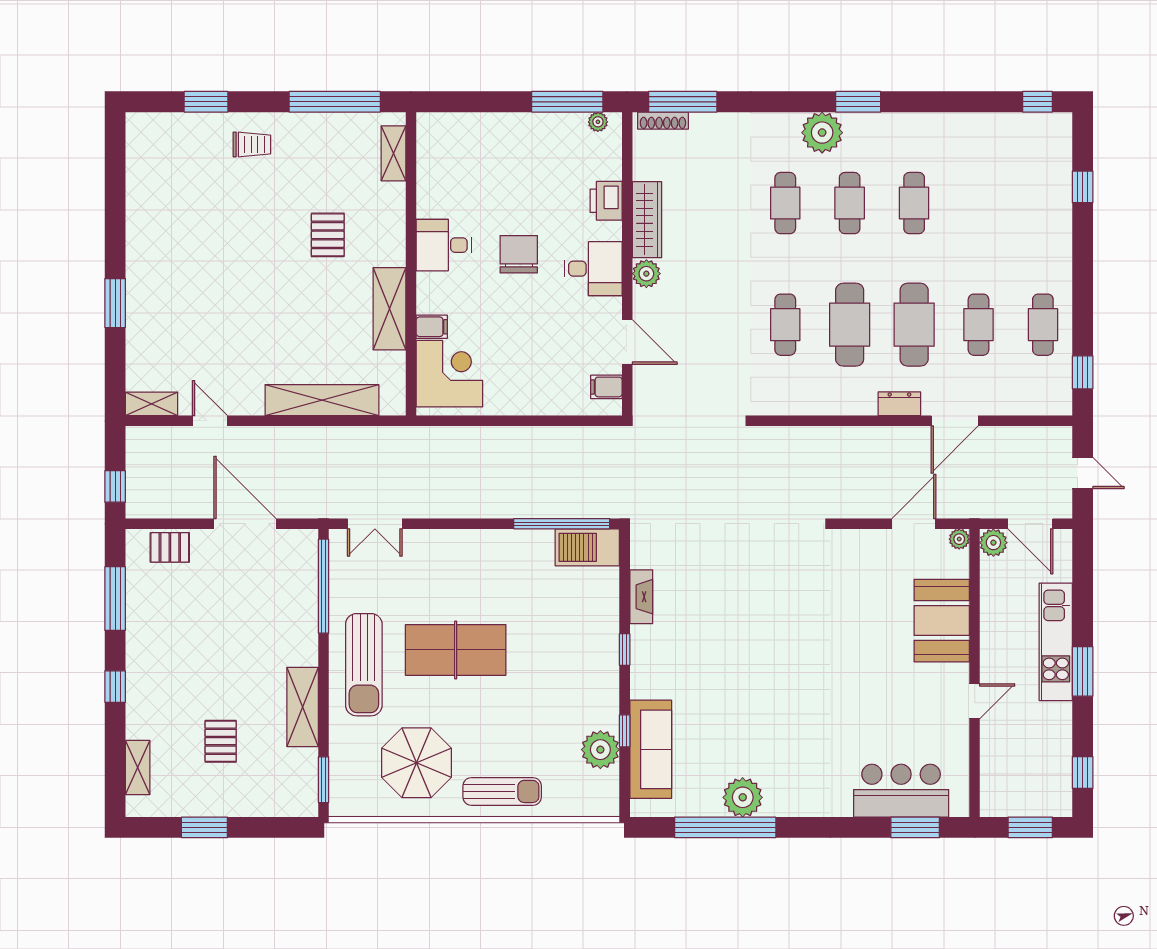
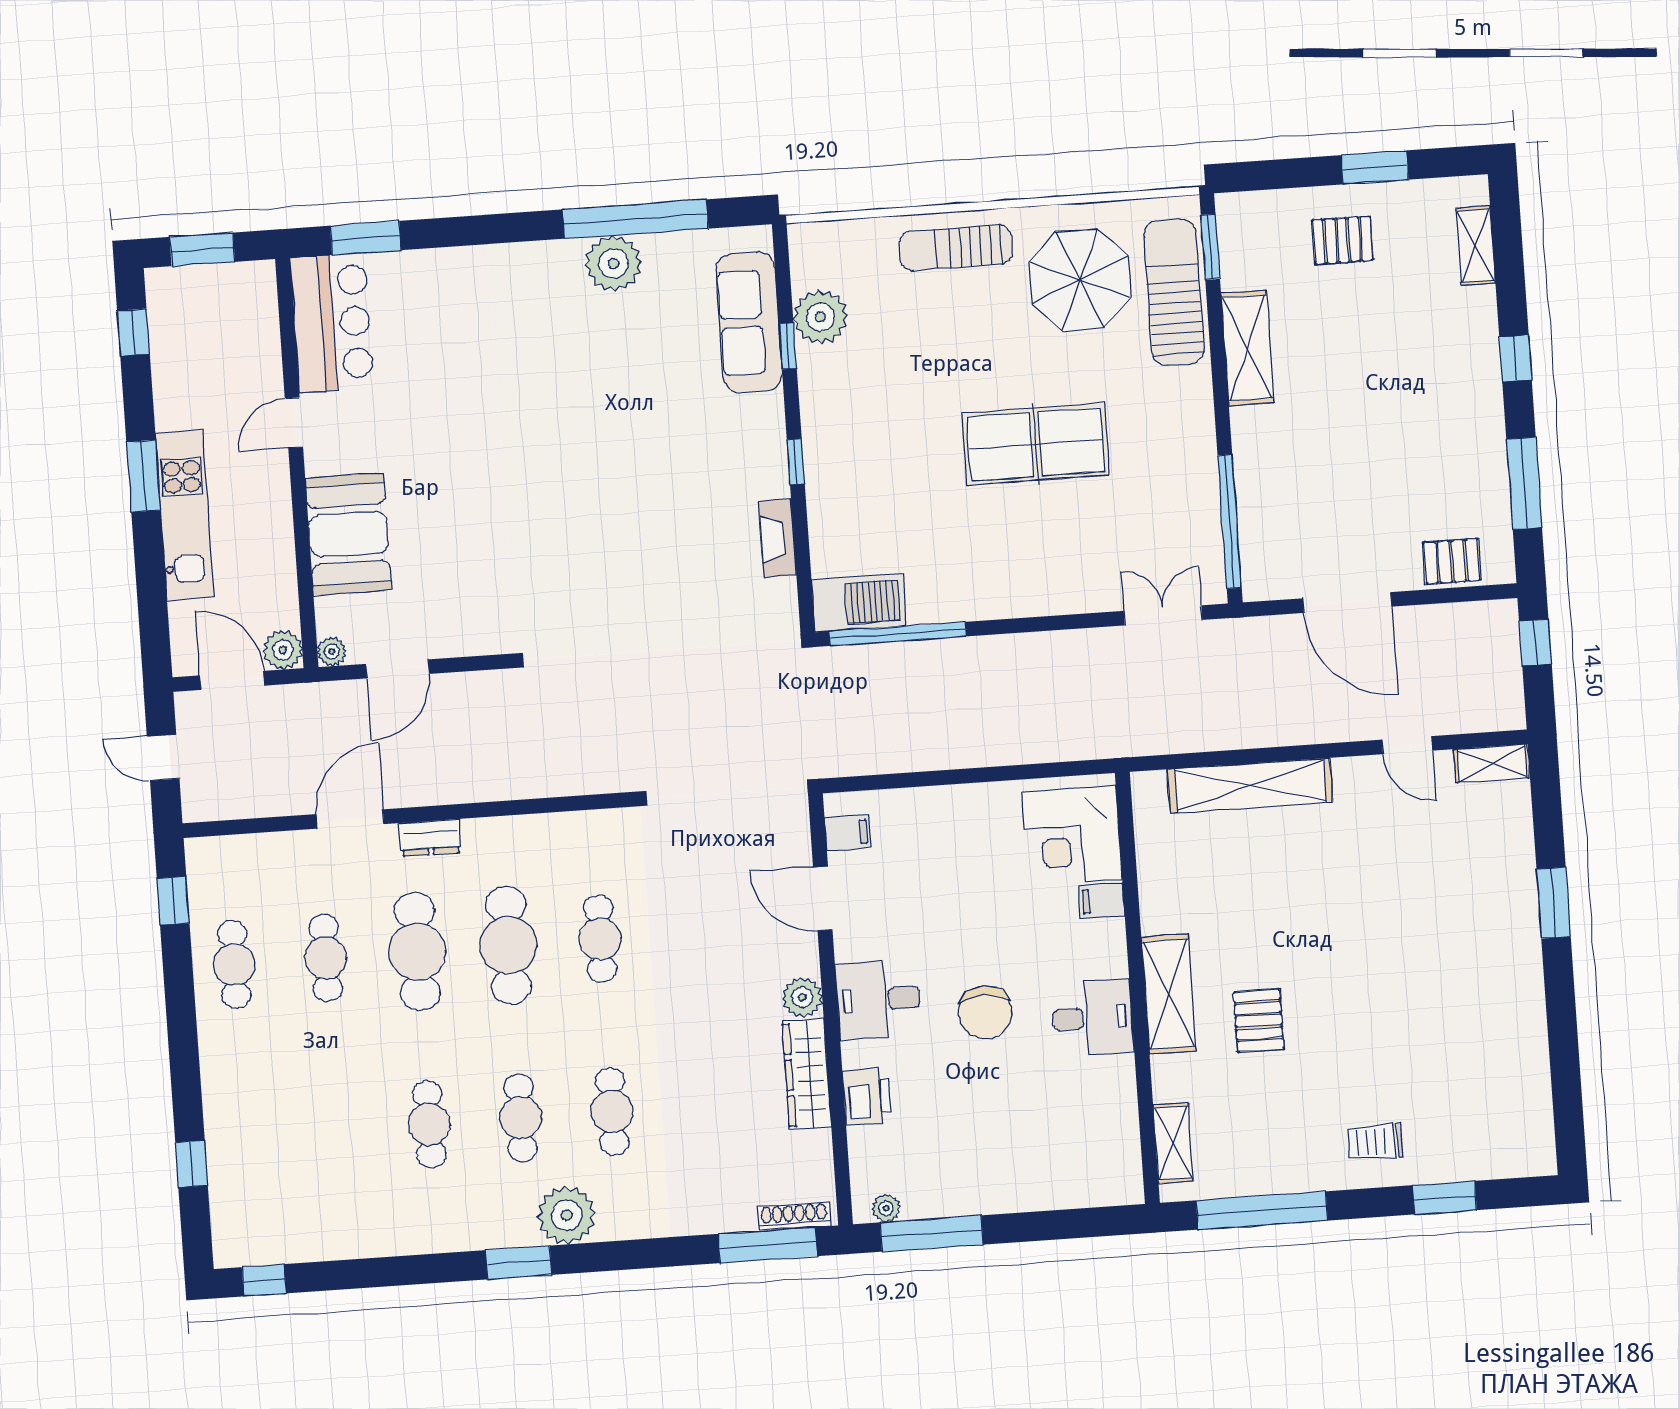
shelving: (389, 309) -> (1169, 994), moved
sun lounger: (364, 665) -> (1174, 292), moved
pallet: (221, 741) -> (1343, 240), moved, turned 90
bar counter: (901, 791) -> (332, 323), moved, turned -90

